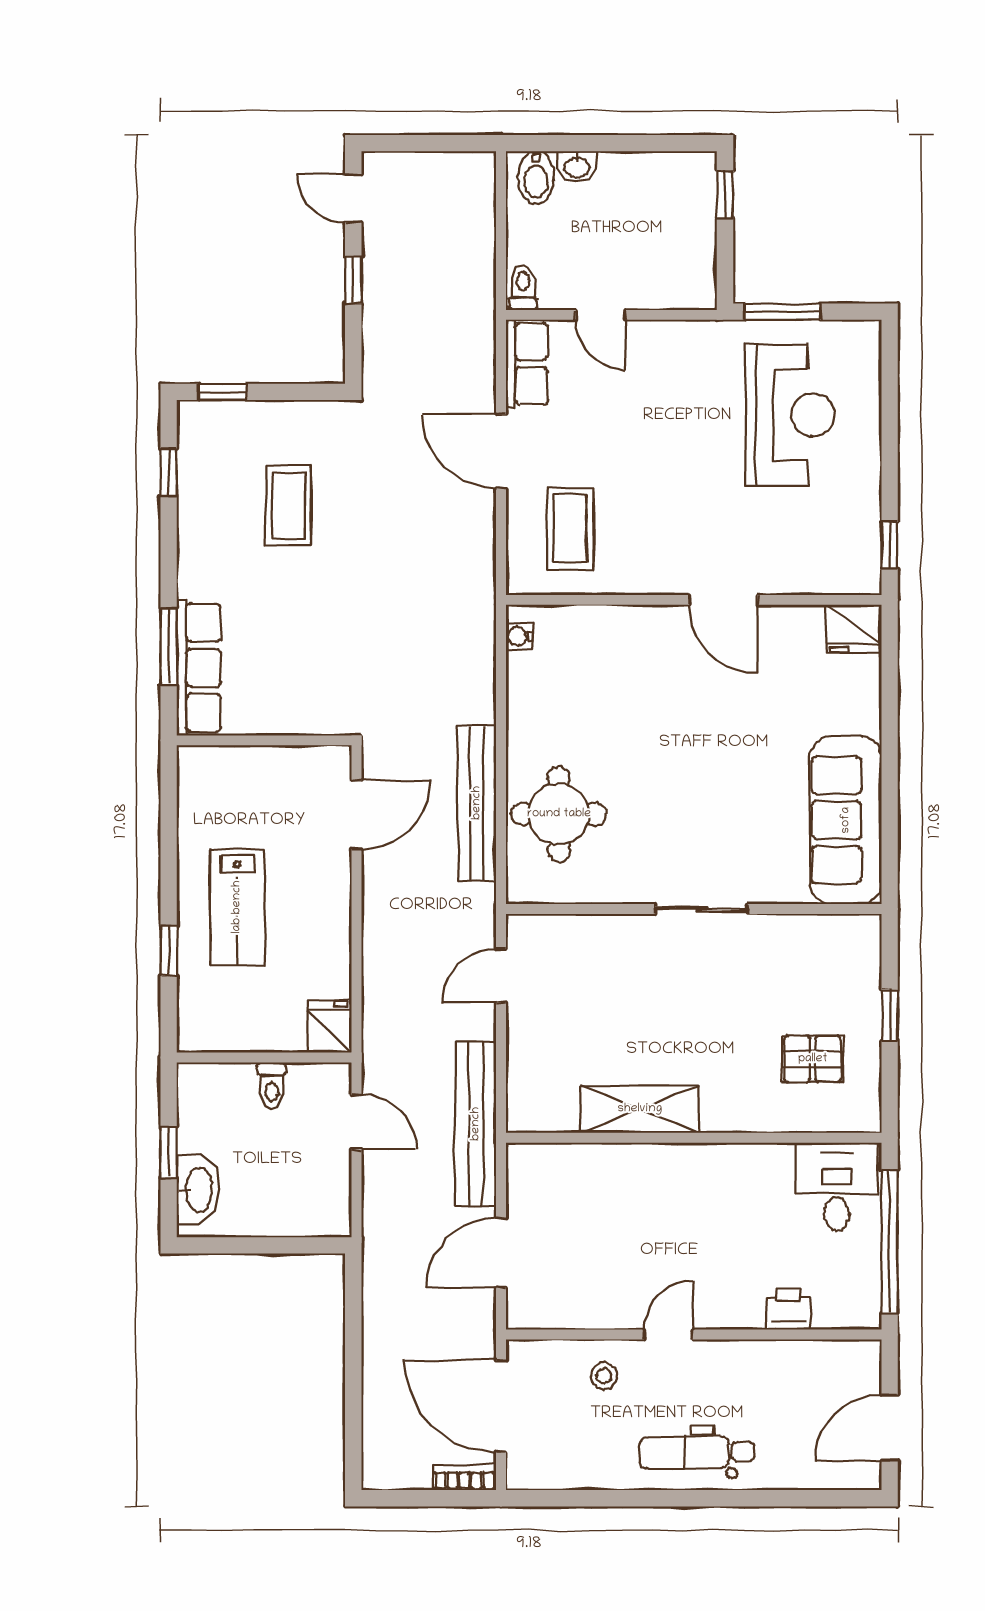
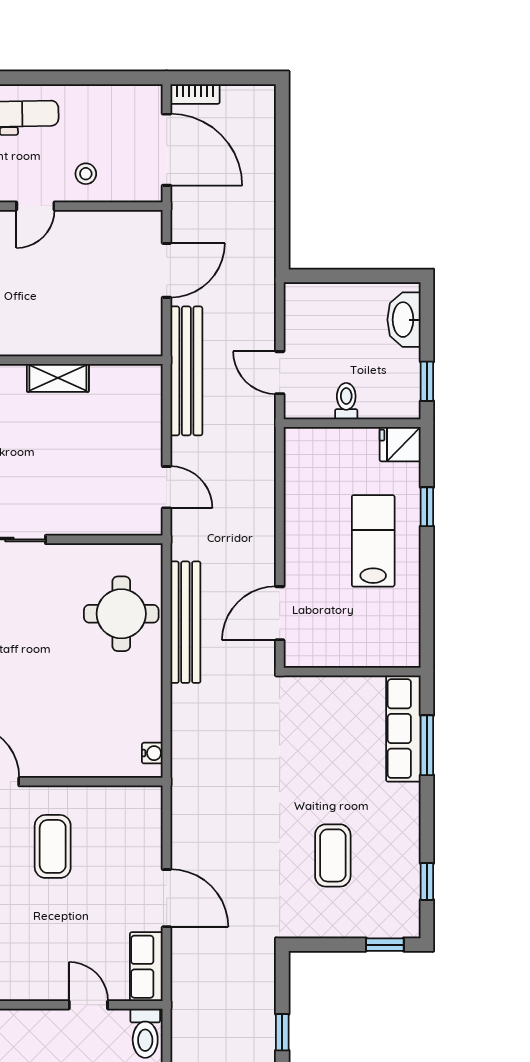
toilet: (523, 287) -> (145, 1033), width x1.37, depth x1.39
coffee table: (570, 529) -> (53, 846), moved
door: (501, 976) -> (167, 487), hinge flipped
fridge: (330, 1026) -> (400, 444), moved, turned 90
shelving: (640, 1109) -> (58, 378), width x0.67, depth x0.75
window: (169, 1152) -> (427, 381), moved

